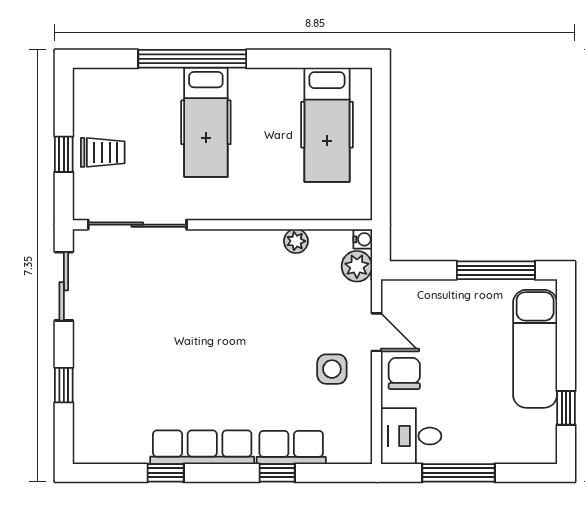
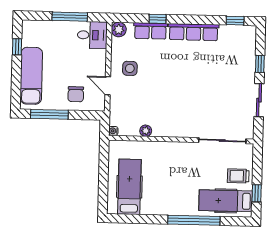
hospital bed: (206, 122) -> (226, 201), moved, turned -90
window: (64, 154) -> (257, 193), moved
plant: (357, 266) -> (119, 29), moved
sliding door: (64, 286) -> (259, 100), moved
chair: (404, 374) -> (76, 94), moved
window: (166, 473) -> (235, 21), moved

